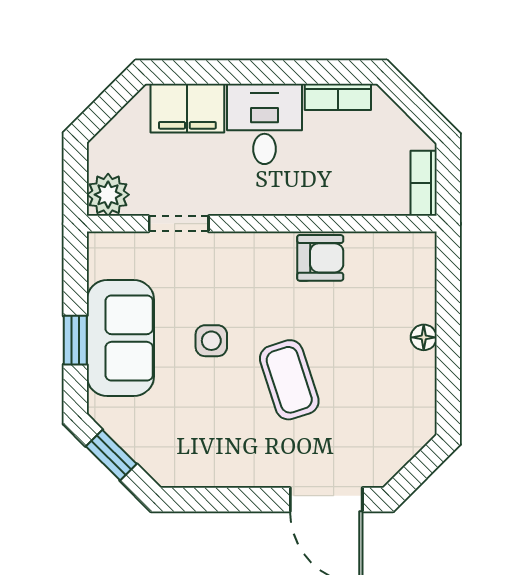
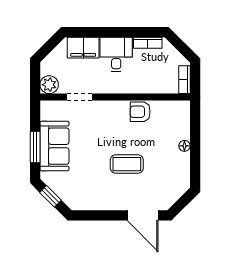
armchair: (320, 258) -> (140, 112), turned 180
window: (75, 340) -> (35, 147), width x1.50
side table: (211, 341) -> (93, 147), removed
coffee table: (289, 380) -> (127, 164), turned -72

